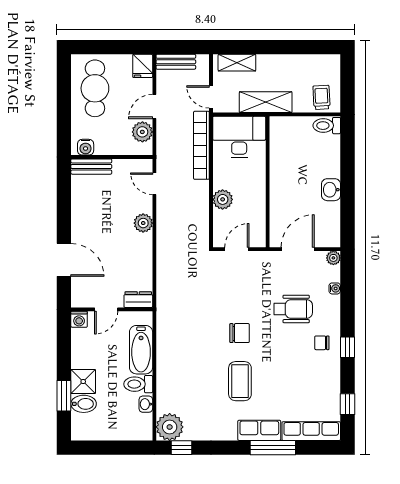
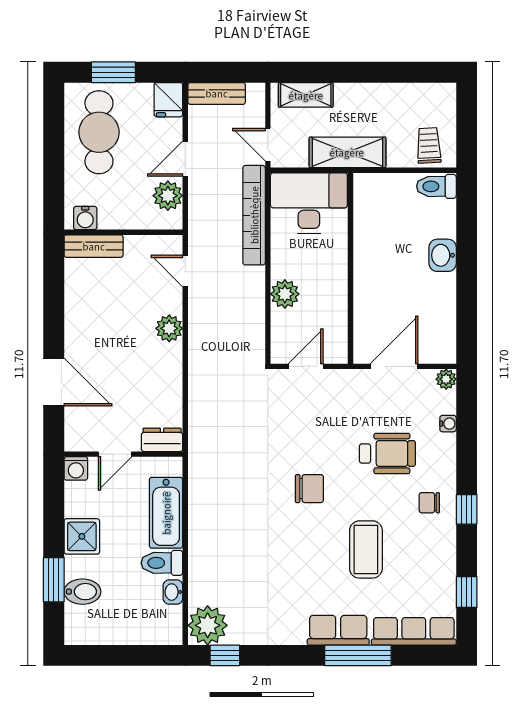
window: (105, 47) -> (113, 72), added
washbasin: (331, 190) -> (443, 255), moved
coffee table: (240, 381) -> (366, 549), moved
shower: (83, 382) -> (82, 536), moved

